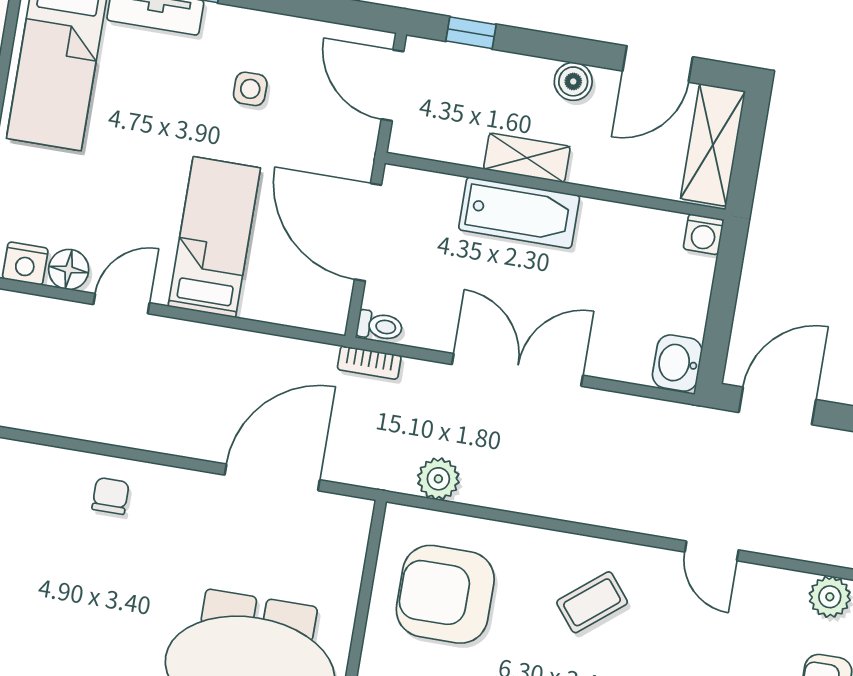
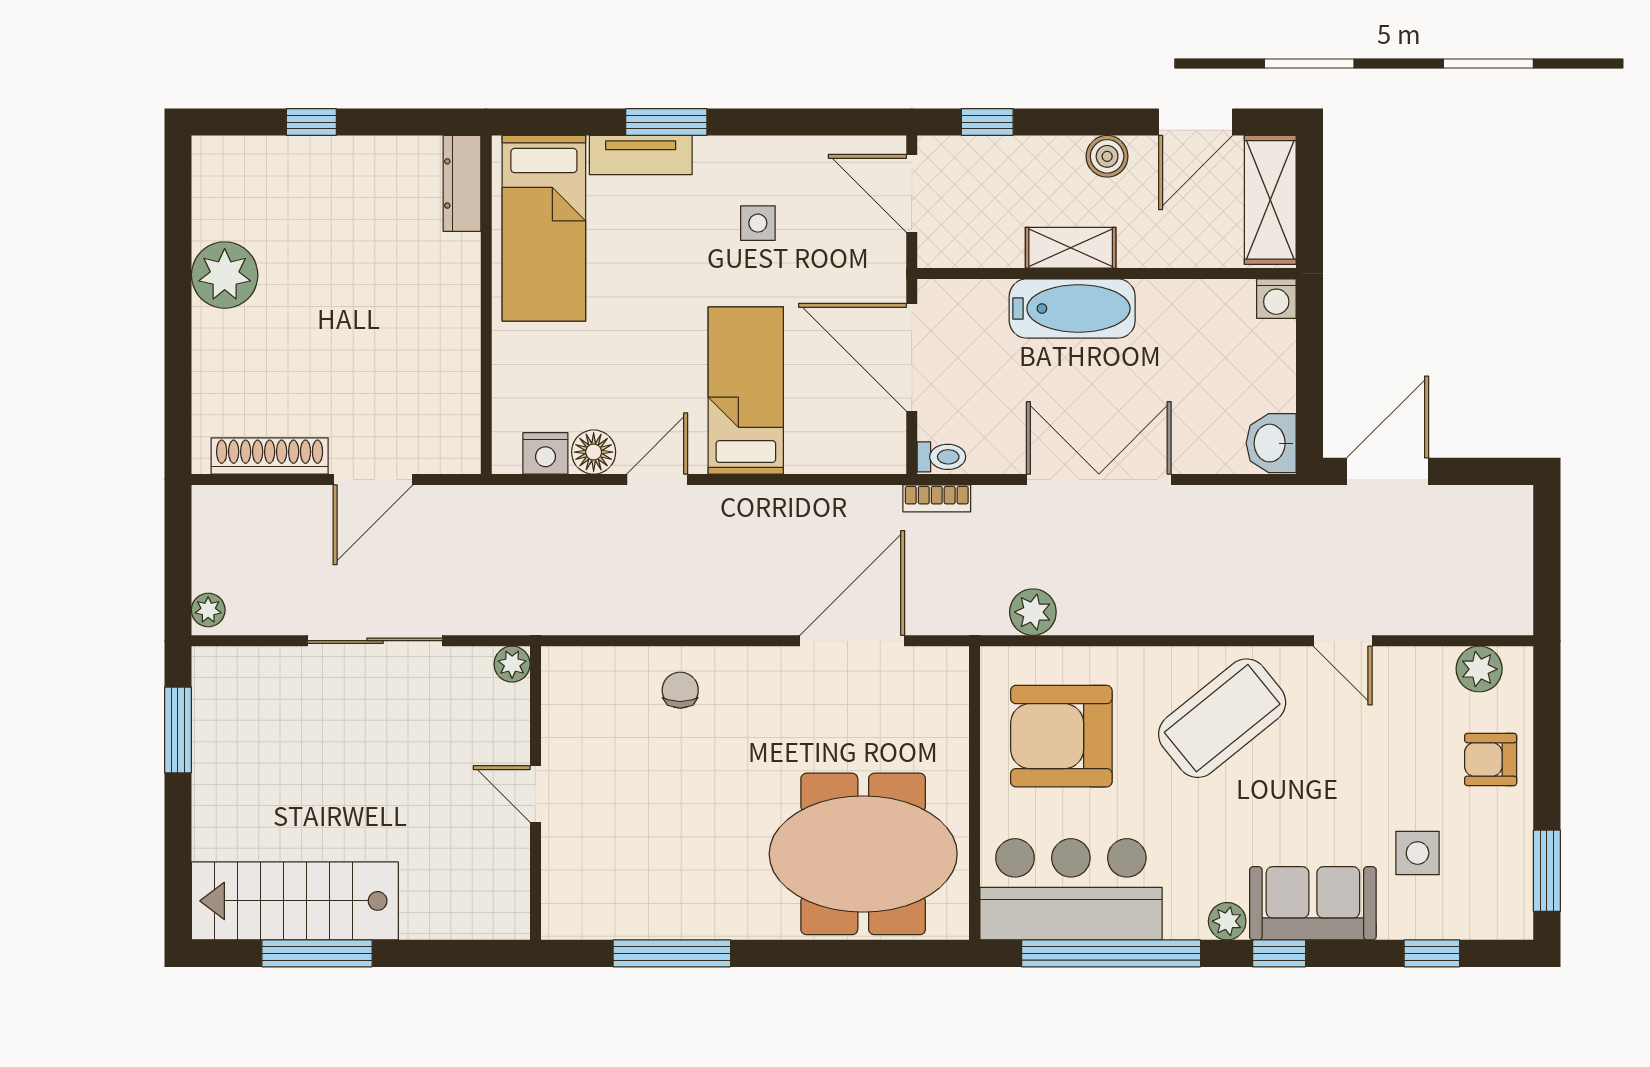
coffee table: (592, 602) -> (1222, 718), width x1.86, depth x1.72

